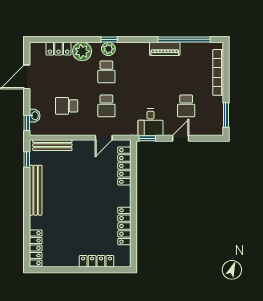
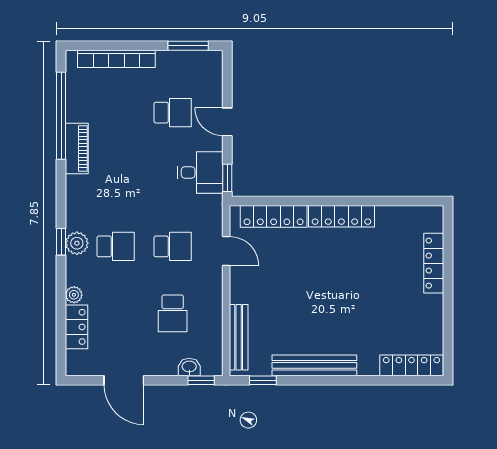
plant: (82, 51) -> (74, 295), width x0.53, depth x0.53
locker: (124, 226) -> (341, 216), moved

